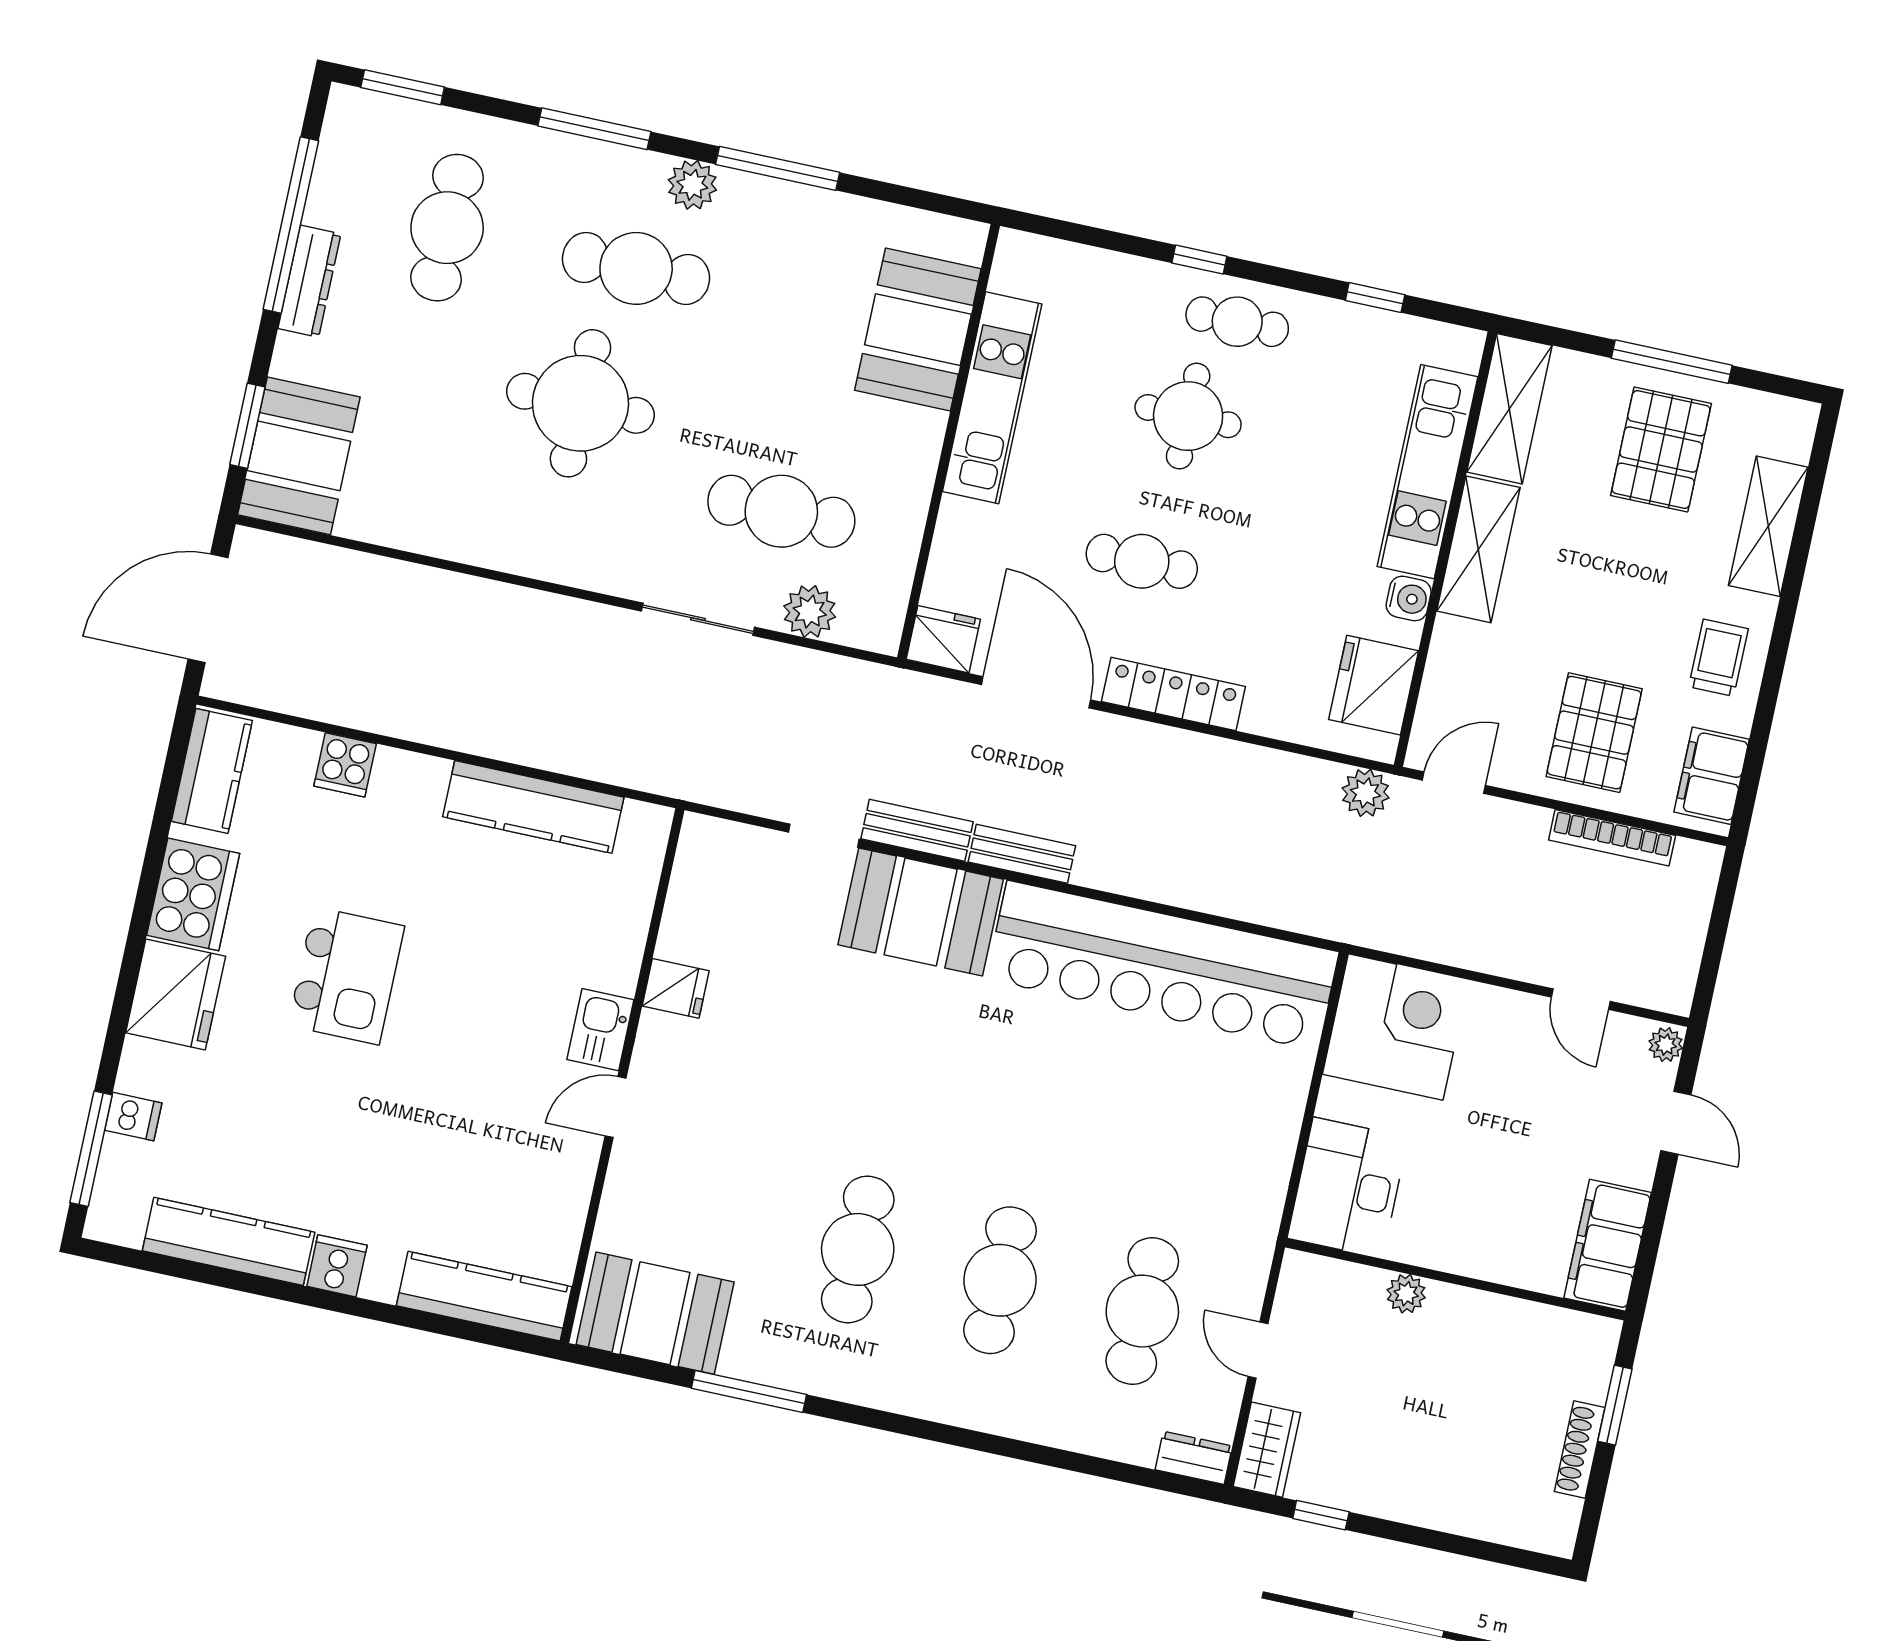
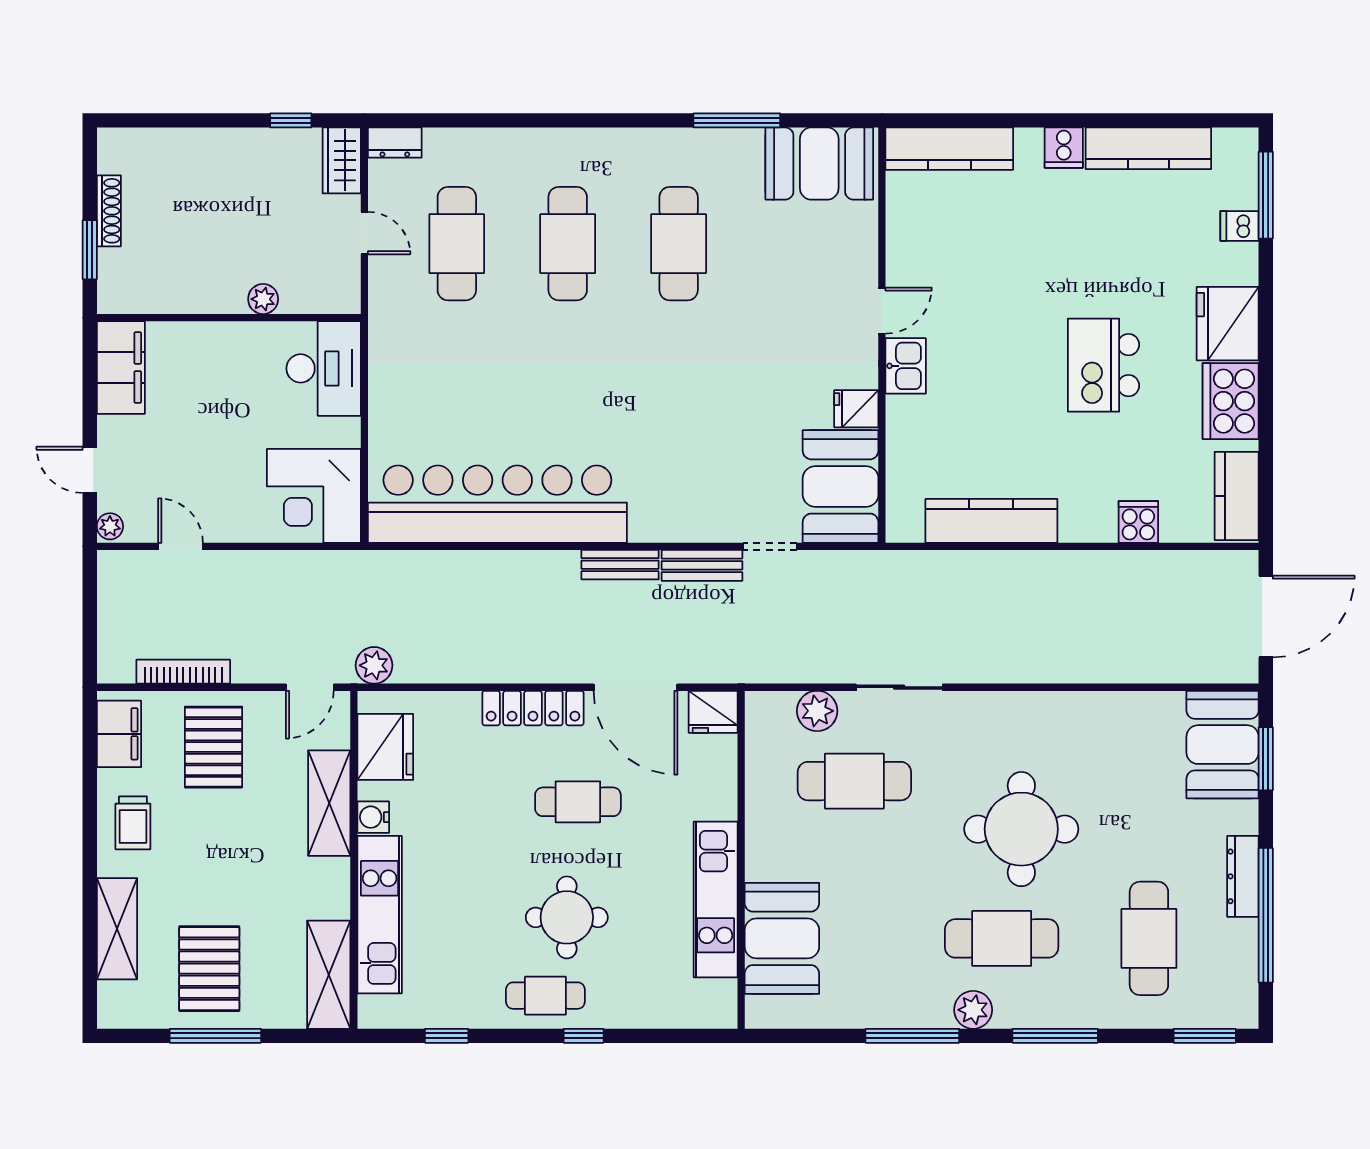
shelving: (1478, 549) -> (329, 803), moved
booth: (921, 912) -> (841, 486), moved, turned 90

